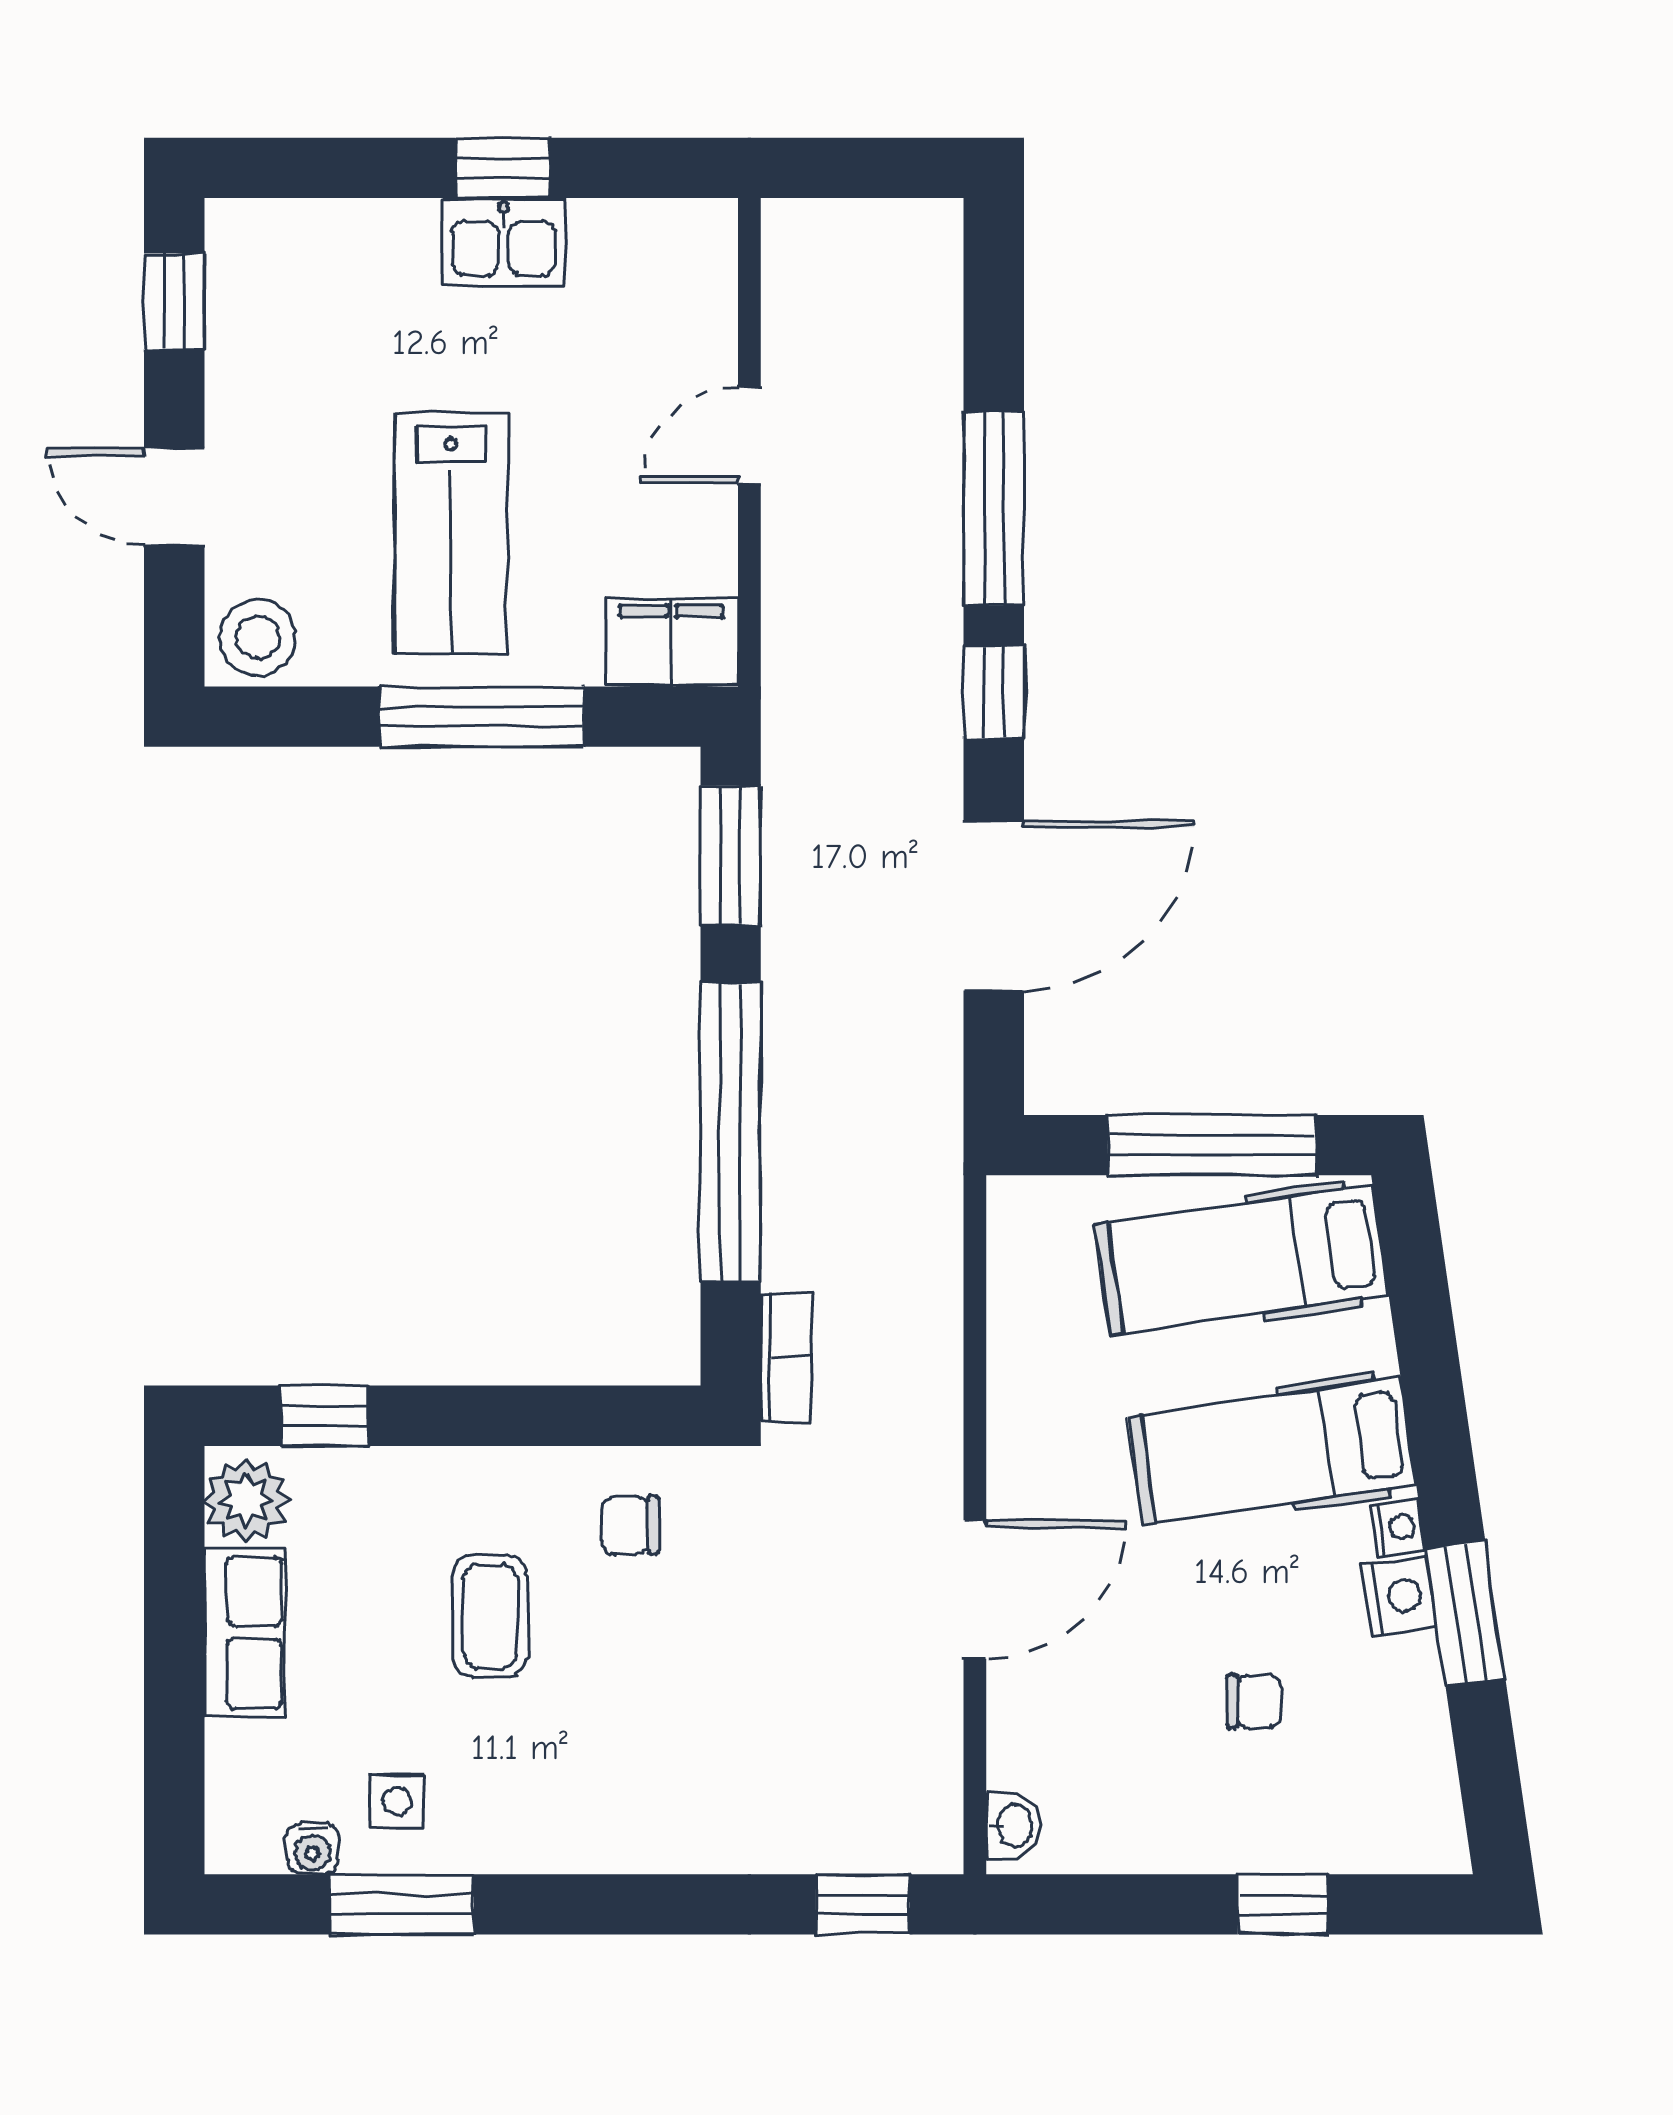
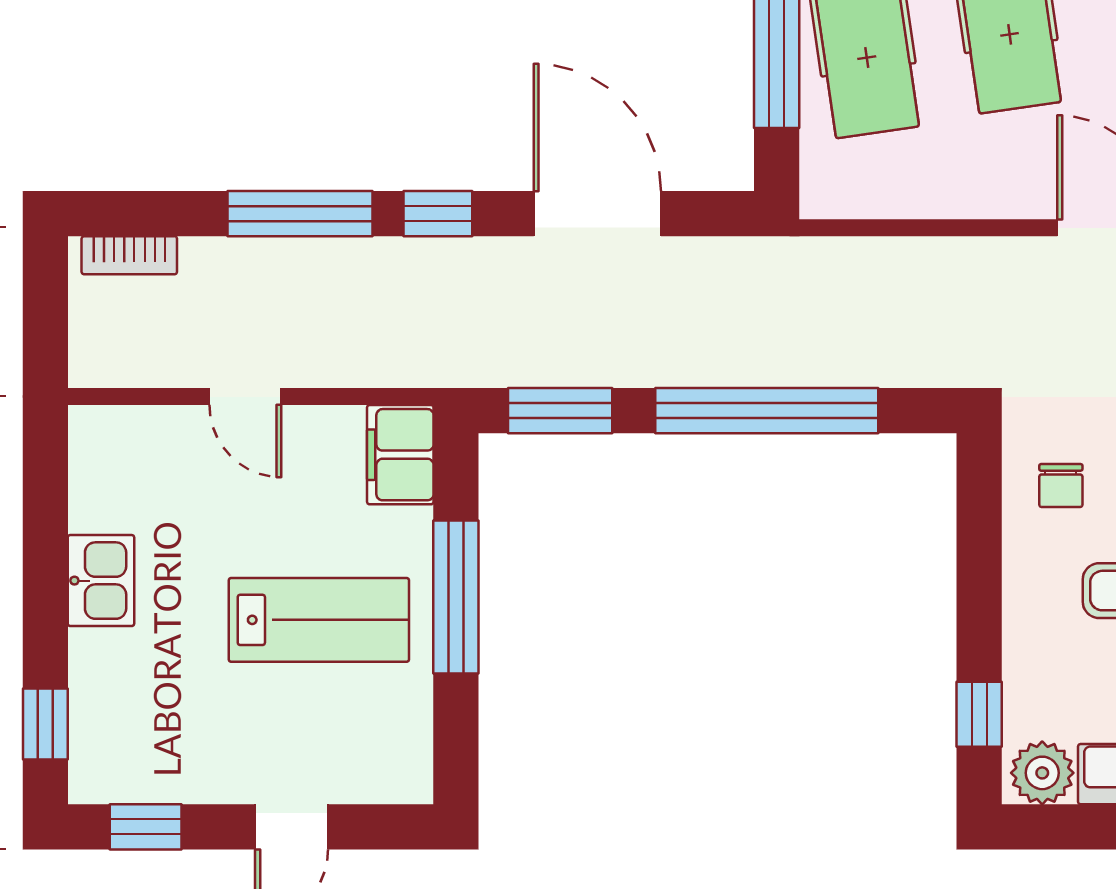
window: (502, 168) -> (45, 724), moved
stool: (258, 638) -> (397, 764), removed
bookcase: (786, 1358) -> (129, 255), moved, turned 180

